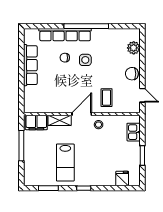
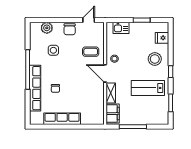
side table: (85, 60) -> (53, 50), moved
lab bench: (65, 163) -> (148, 88), turned 180
stool: (98, 170) -> (155, 59), added

